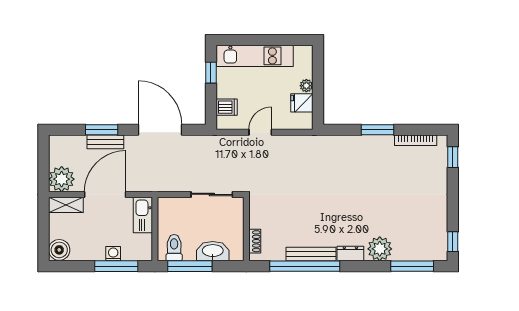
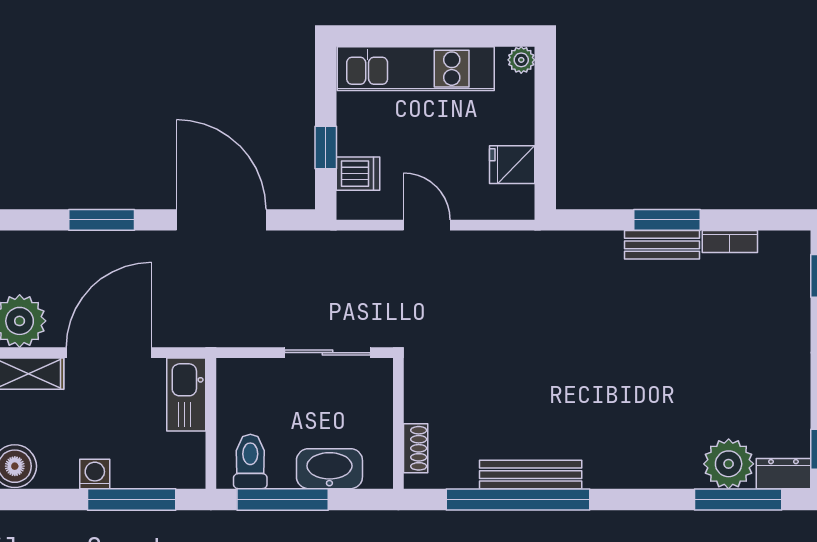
window: (211, 73) -> (326, 147), moved
plant: (306, 86) -> (521, 60), moved
door: (260, 132) -> (427, 225), hinge flipped
bookcase: (416, 140) -> (730, 242), width x0.64
bench: (105, 142) -> (662, 245), moved
plant: (380, 249) -> (729, 464), moved
washing machine: (113, 254) -> (95, 474), moved
dresser: (350, 254) -> (783, 474), moved

